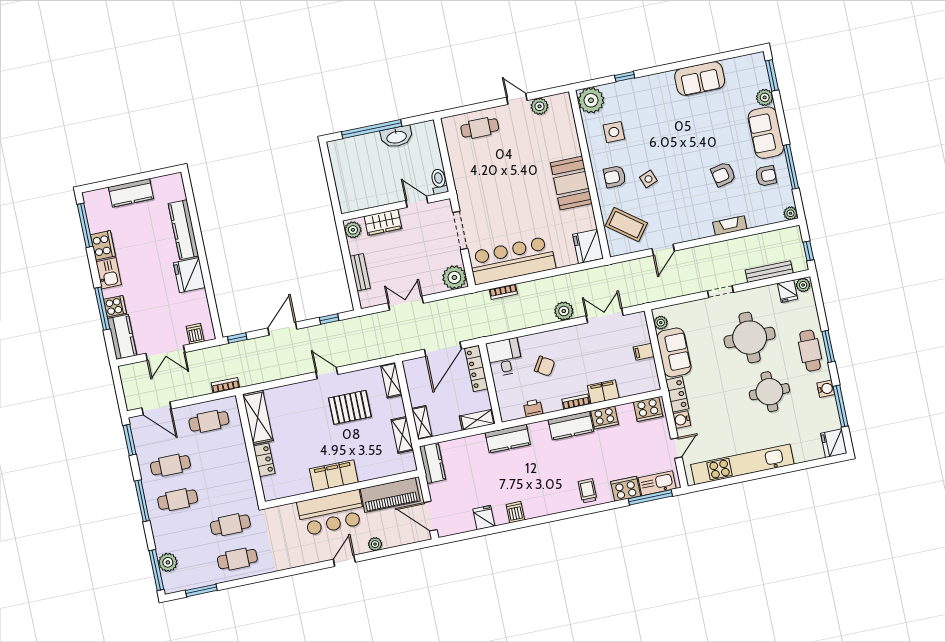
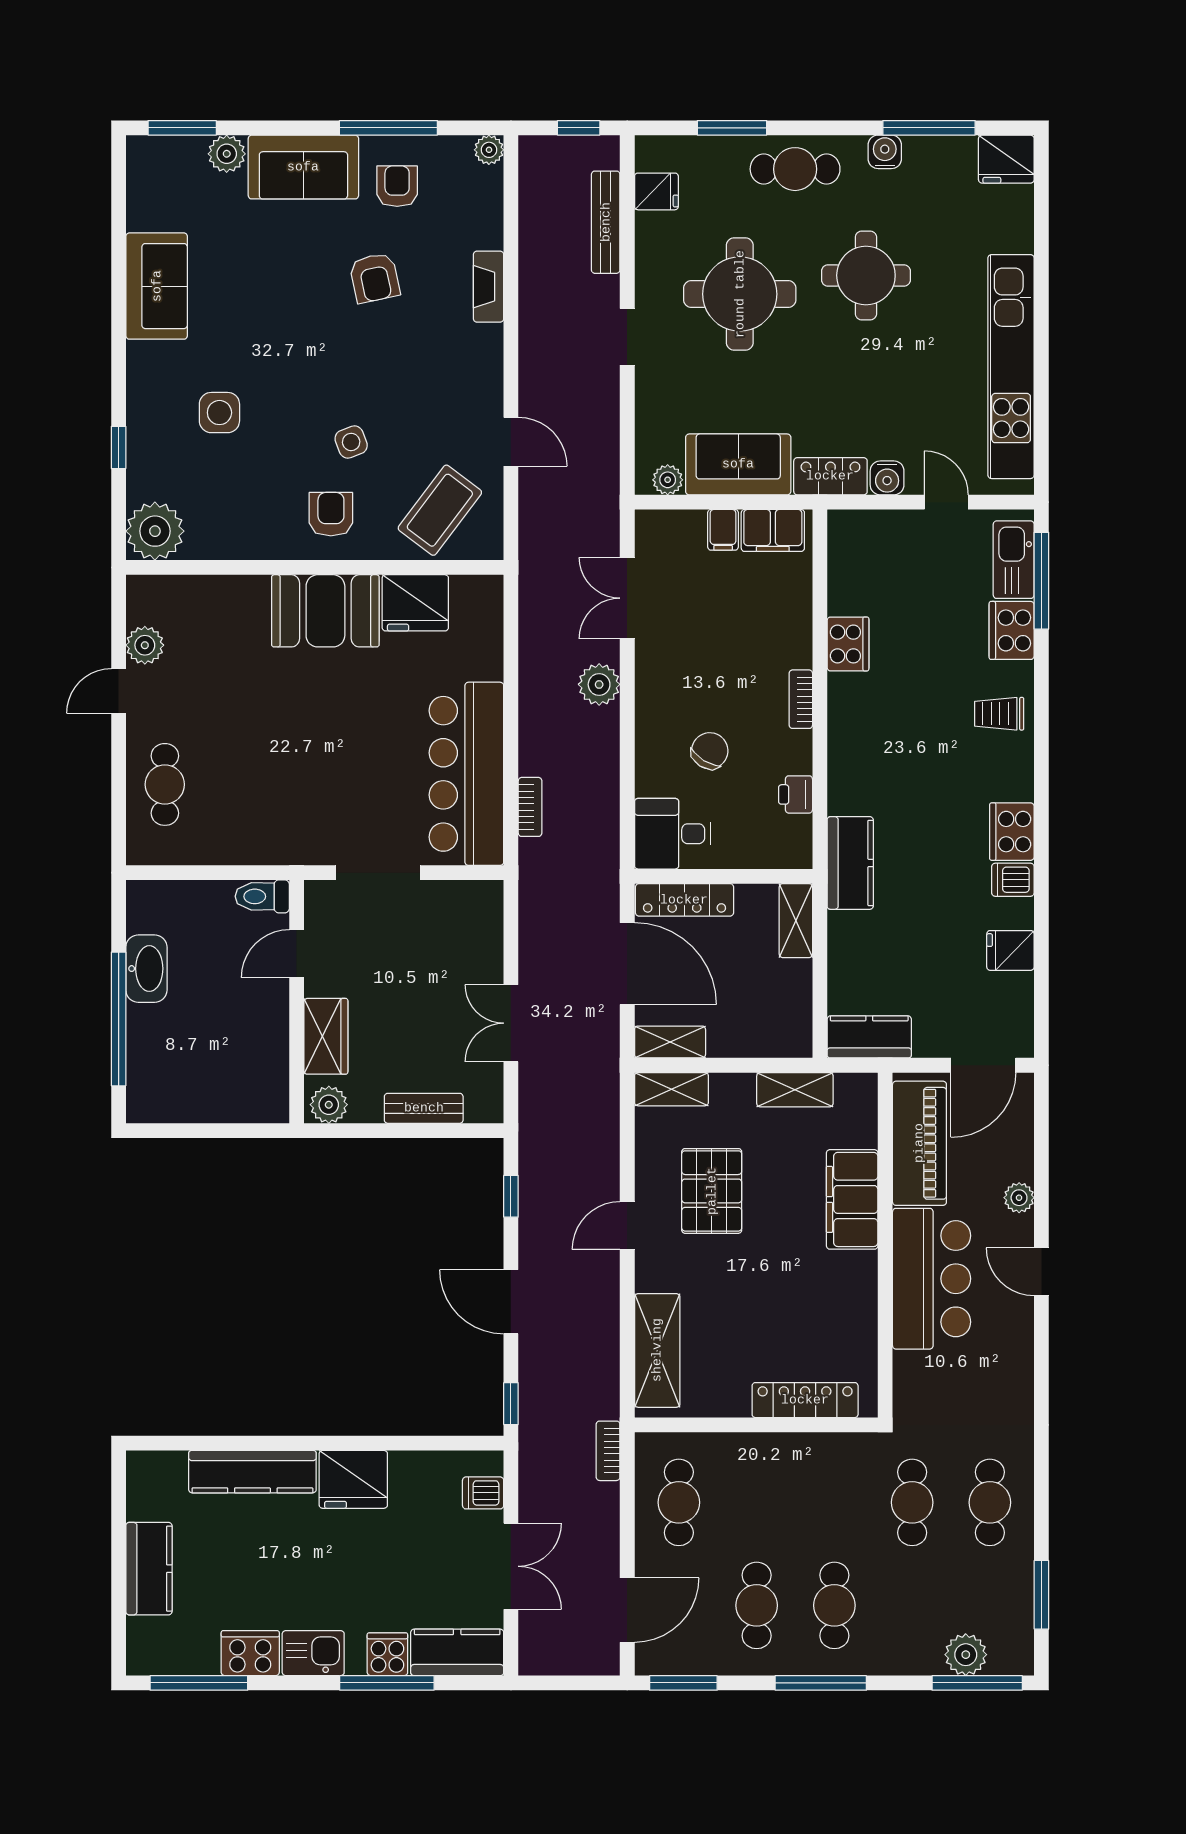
side table: (614, 132) -> (219, 413), moved
armchair: (615, 177) -> (331, 514), turned 180
fridge: (588, 246) -> (415, 603), moved
plant: (454, 277) -> (477, 906), removed
plant: (803, 285) -> (650, 155), removed
window: (828, 346) -> (732, 128), moved
filing cabinet: (603, 392) -> (773, 530), moved, turned -90
cooker: (648, 409) -> (1012, 832), moved, turned 180
shelving: (258, 417) -> (657, 1350), moved, turned 90
shelving: (422, 423) -> (670, 1042), moved
kitchen counter: (571, 426) -> (850, 721), removed
locker: (264, 460) -> (805, 1400), width x1.53
filing cabinet: (334, 476) -> (852, 1199), moved

